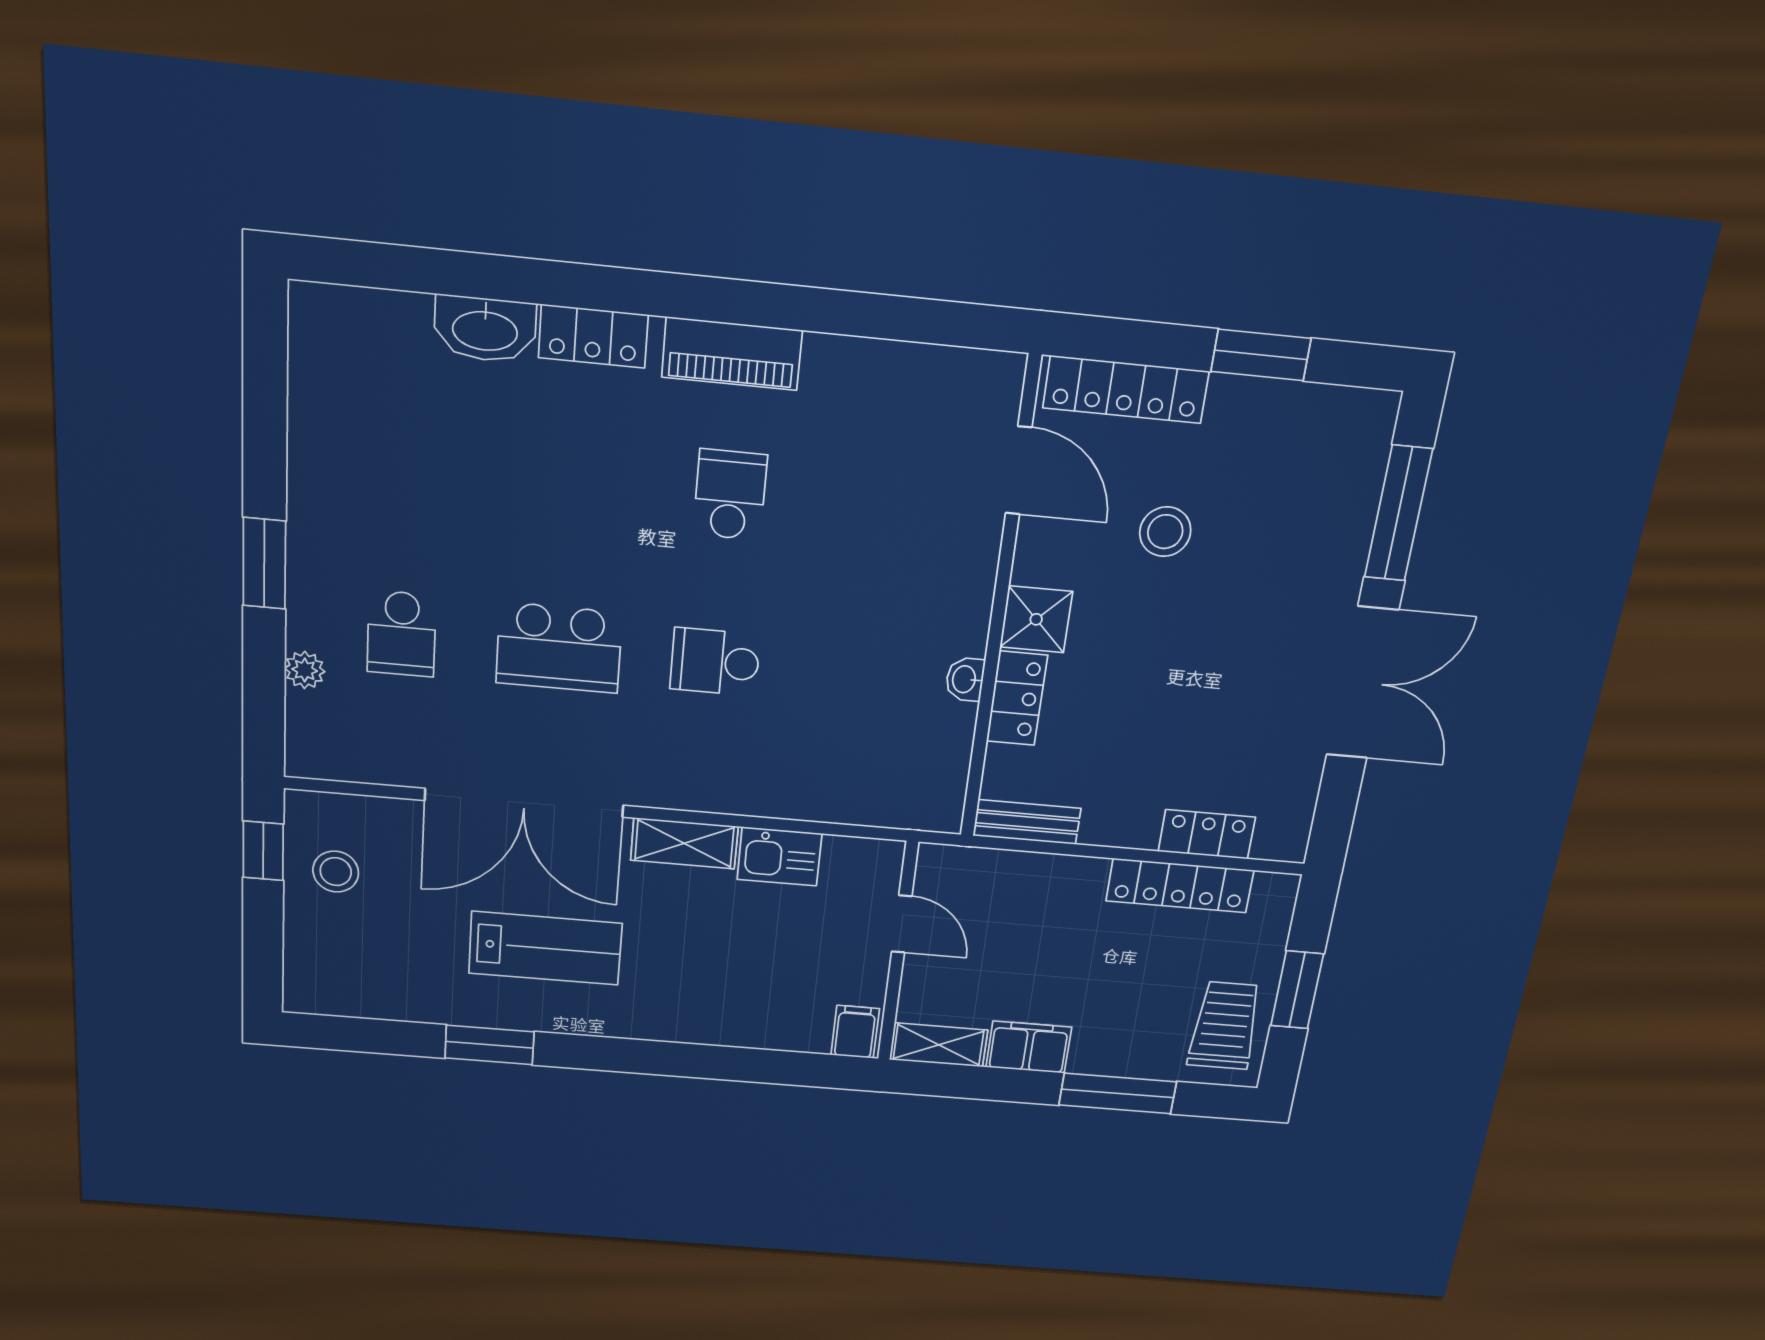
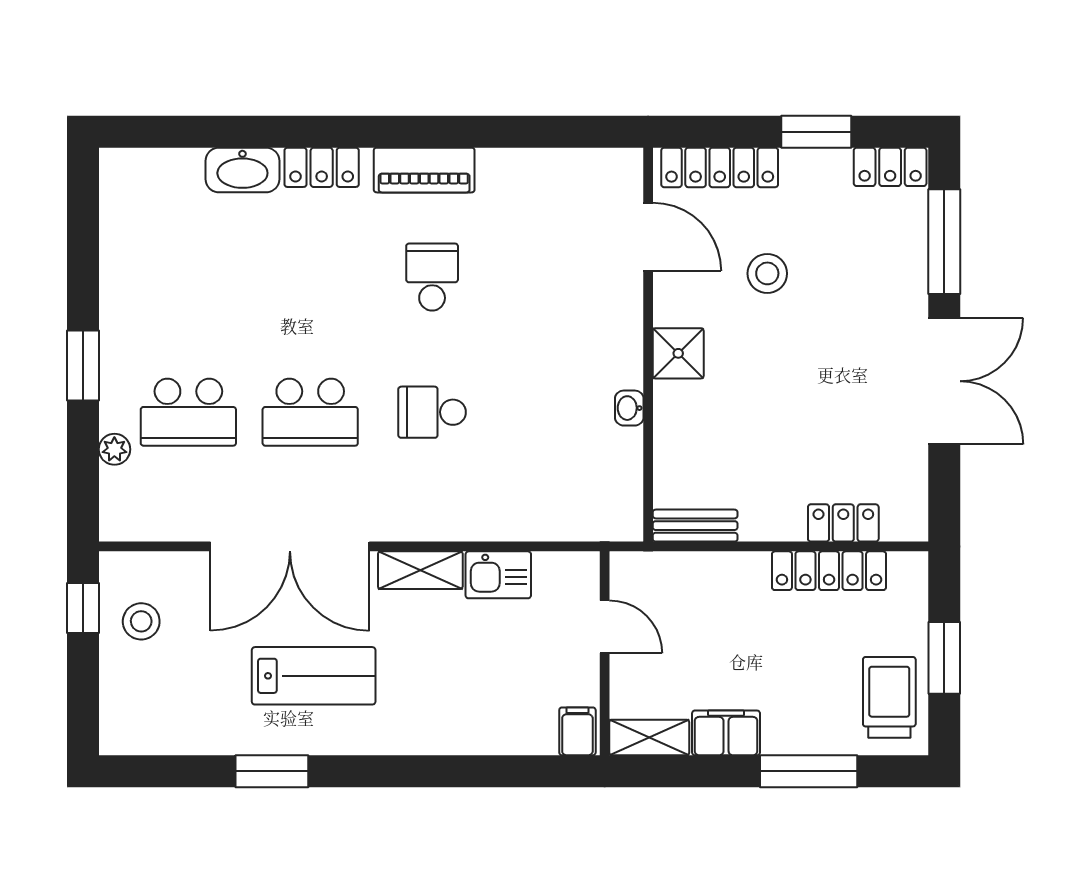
school desk: (401, 634) -> (188, 412), width x1.85
locker: (1017, 698) -> (890, 167), moved, turned 90

